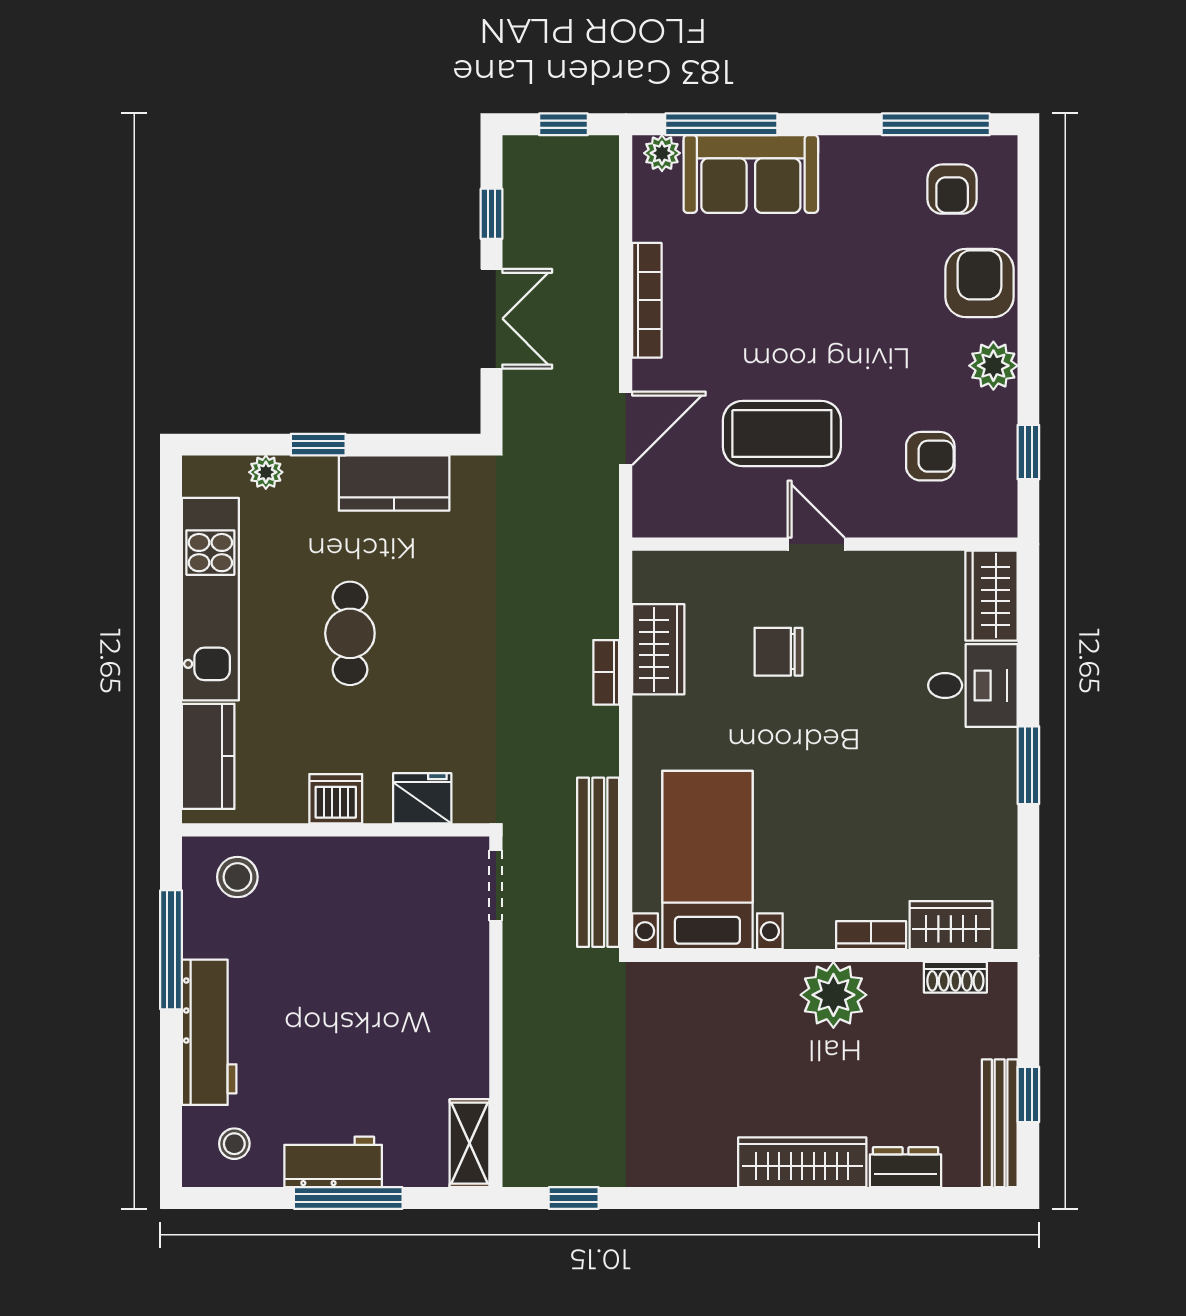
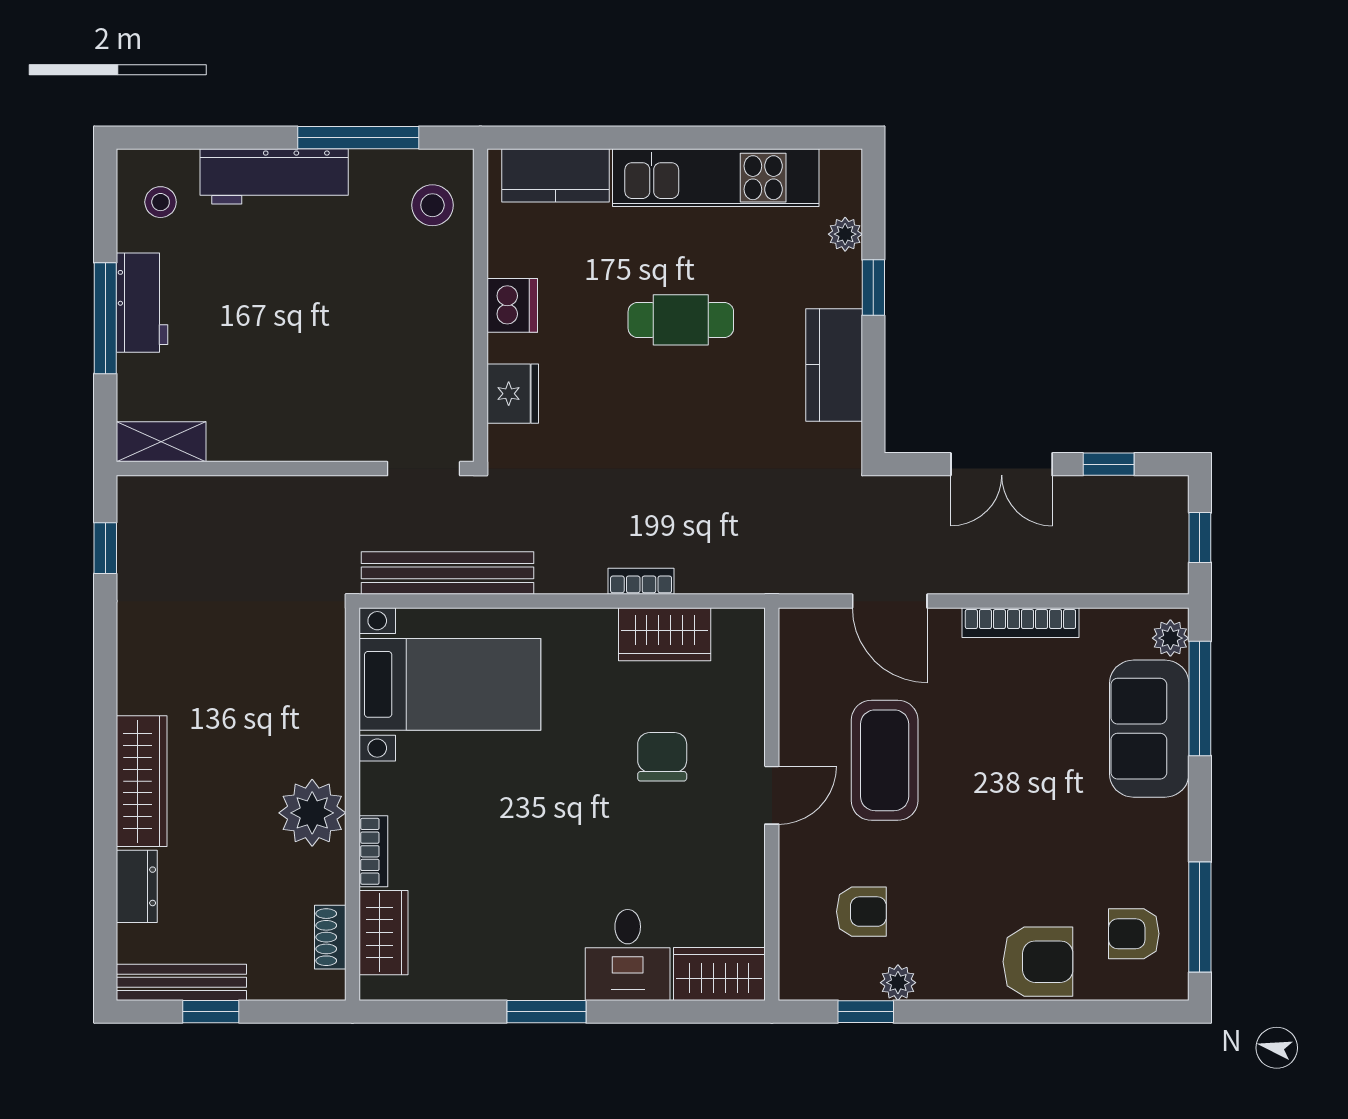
plant: (993, 366) -> (898, 983), moved, width x0.73, depth x0.73
armchair: (930, 456) -> (861, 912), turned -90

